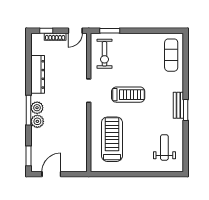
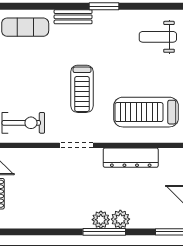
dresser: (38, 74) -> (131, 158), moved, turned 180
treadmill: (128, 95) -> (82, 89), turned 180
bench: (178, 105) -> (73, 17), moved

